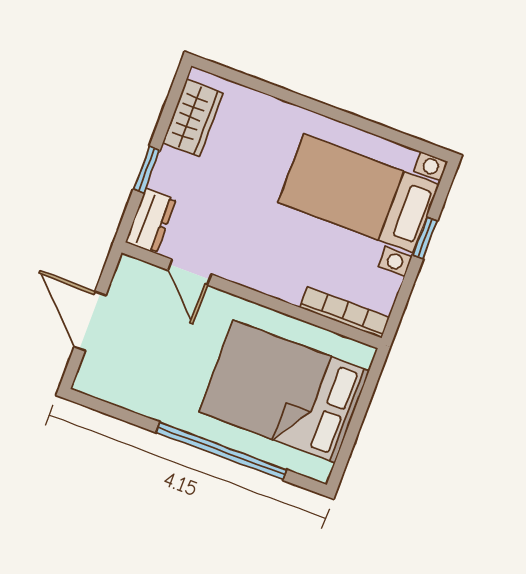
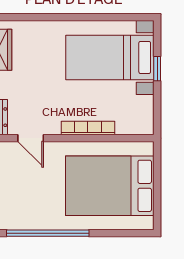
bookcase: (345, 312) -> (88, 128), moved
window: (221, 451) -> (48, 233), moved

